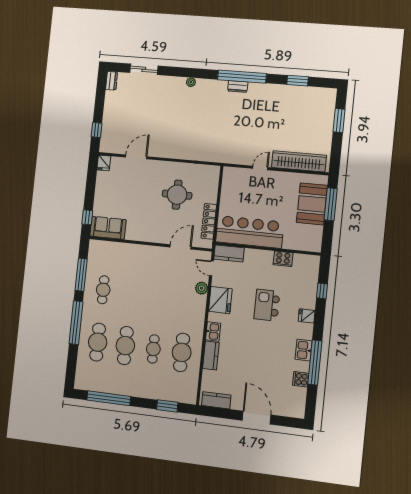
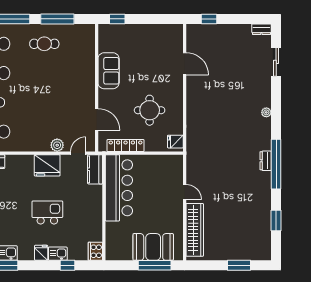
fridge: (104, 163) -> (175, 142), moved
sofa: (108, 228) -> (109, 71), moved
cooker: (283, 259) -> (95, 251), moved
kitchen sink: (213, 331) -> (58, 254), moved, turned 180

